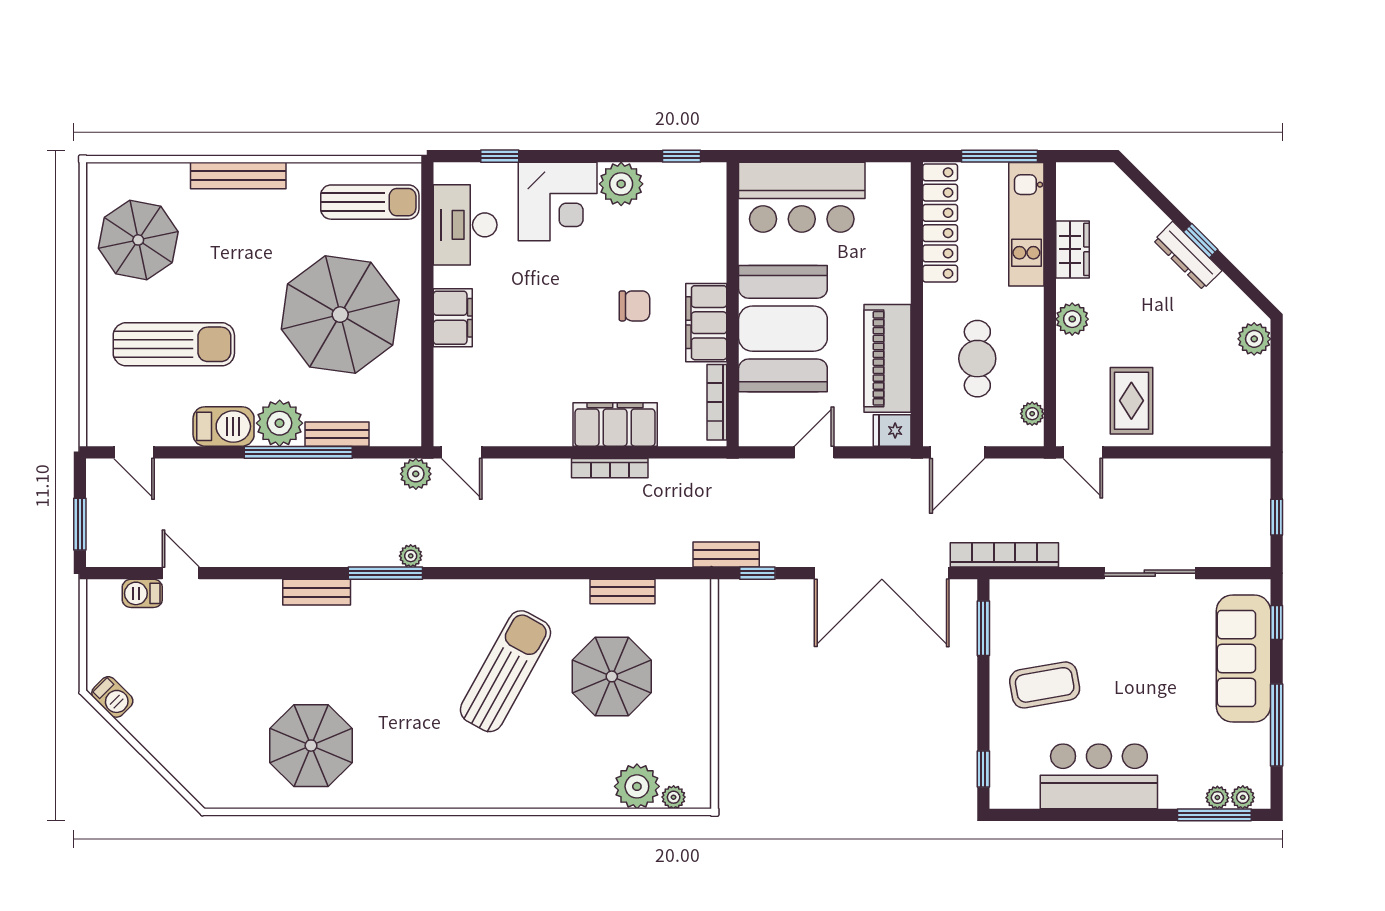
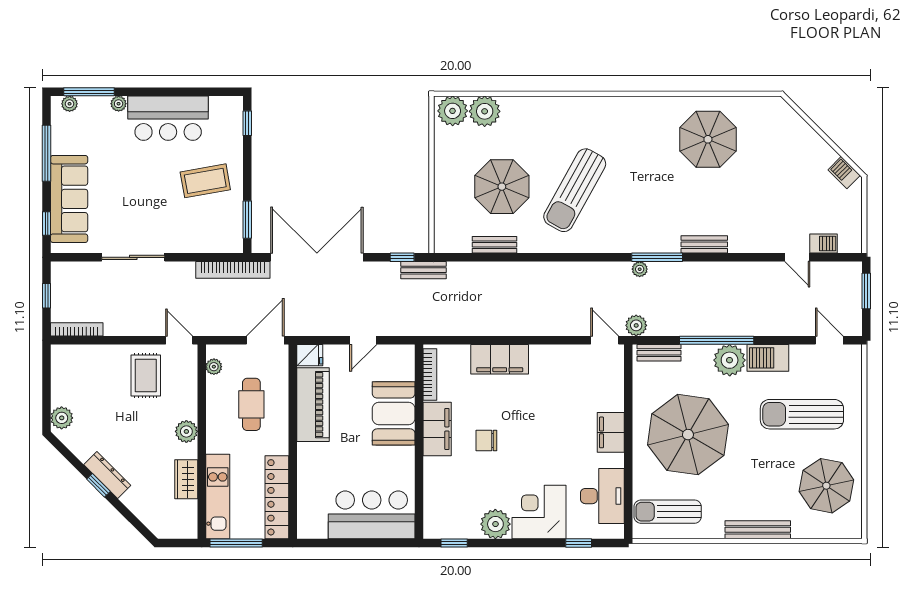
booth: (783, 329) -> (394, 413), width x0.73, depth x0.70
bench: (337, 434) -> (659, 353), moved
bookcase: (610, 468) -> (77, 329), moved
plant: (674, 797) -> (453, 111), width x1.87, depth x1.87
plant: (1217, 798) -> (119, 104), moved

